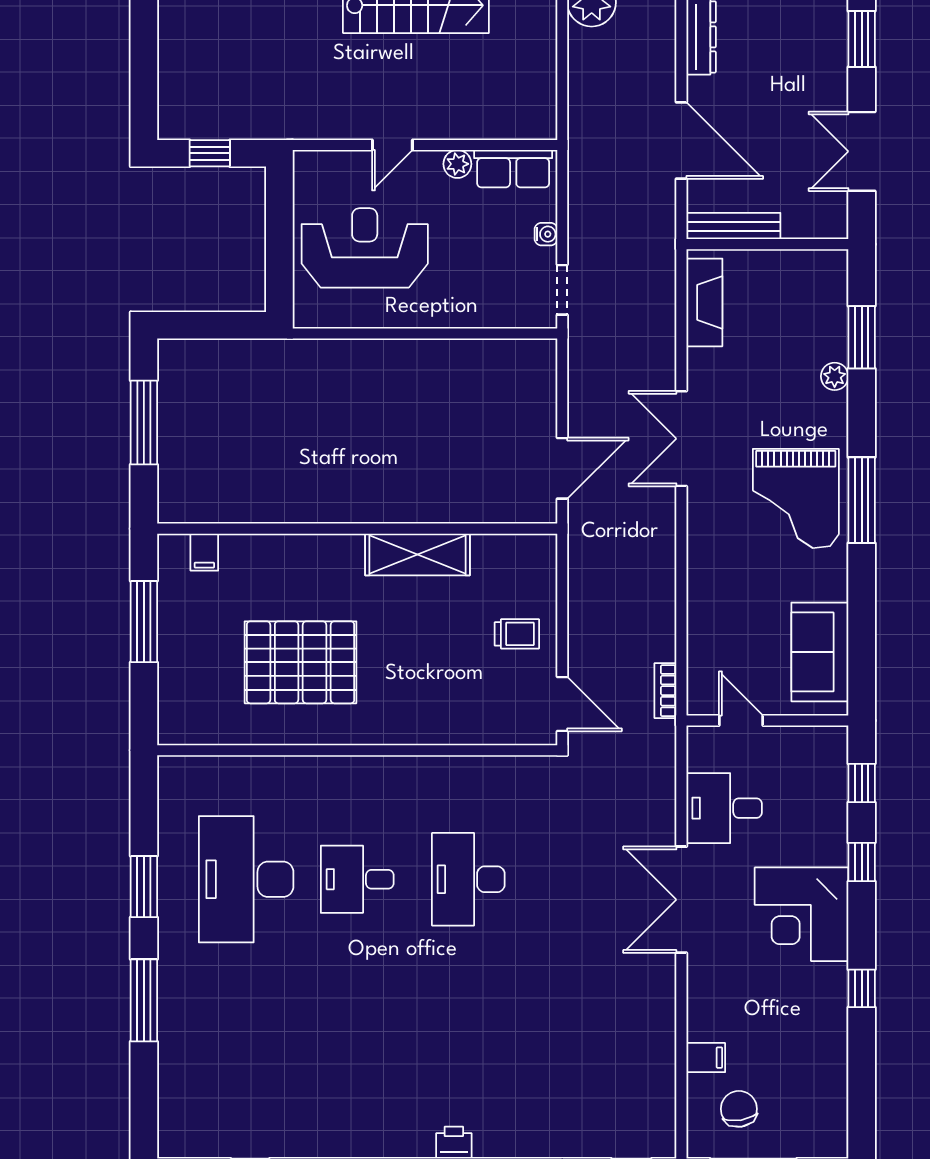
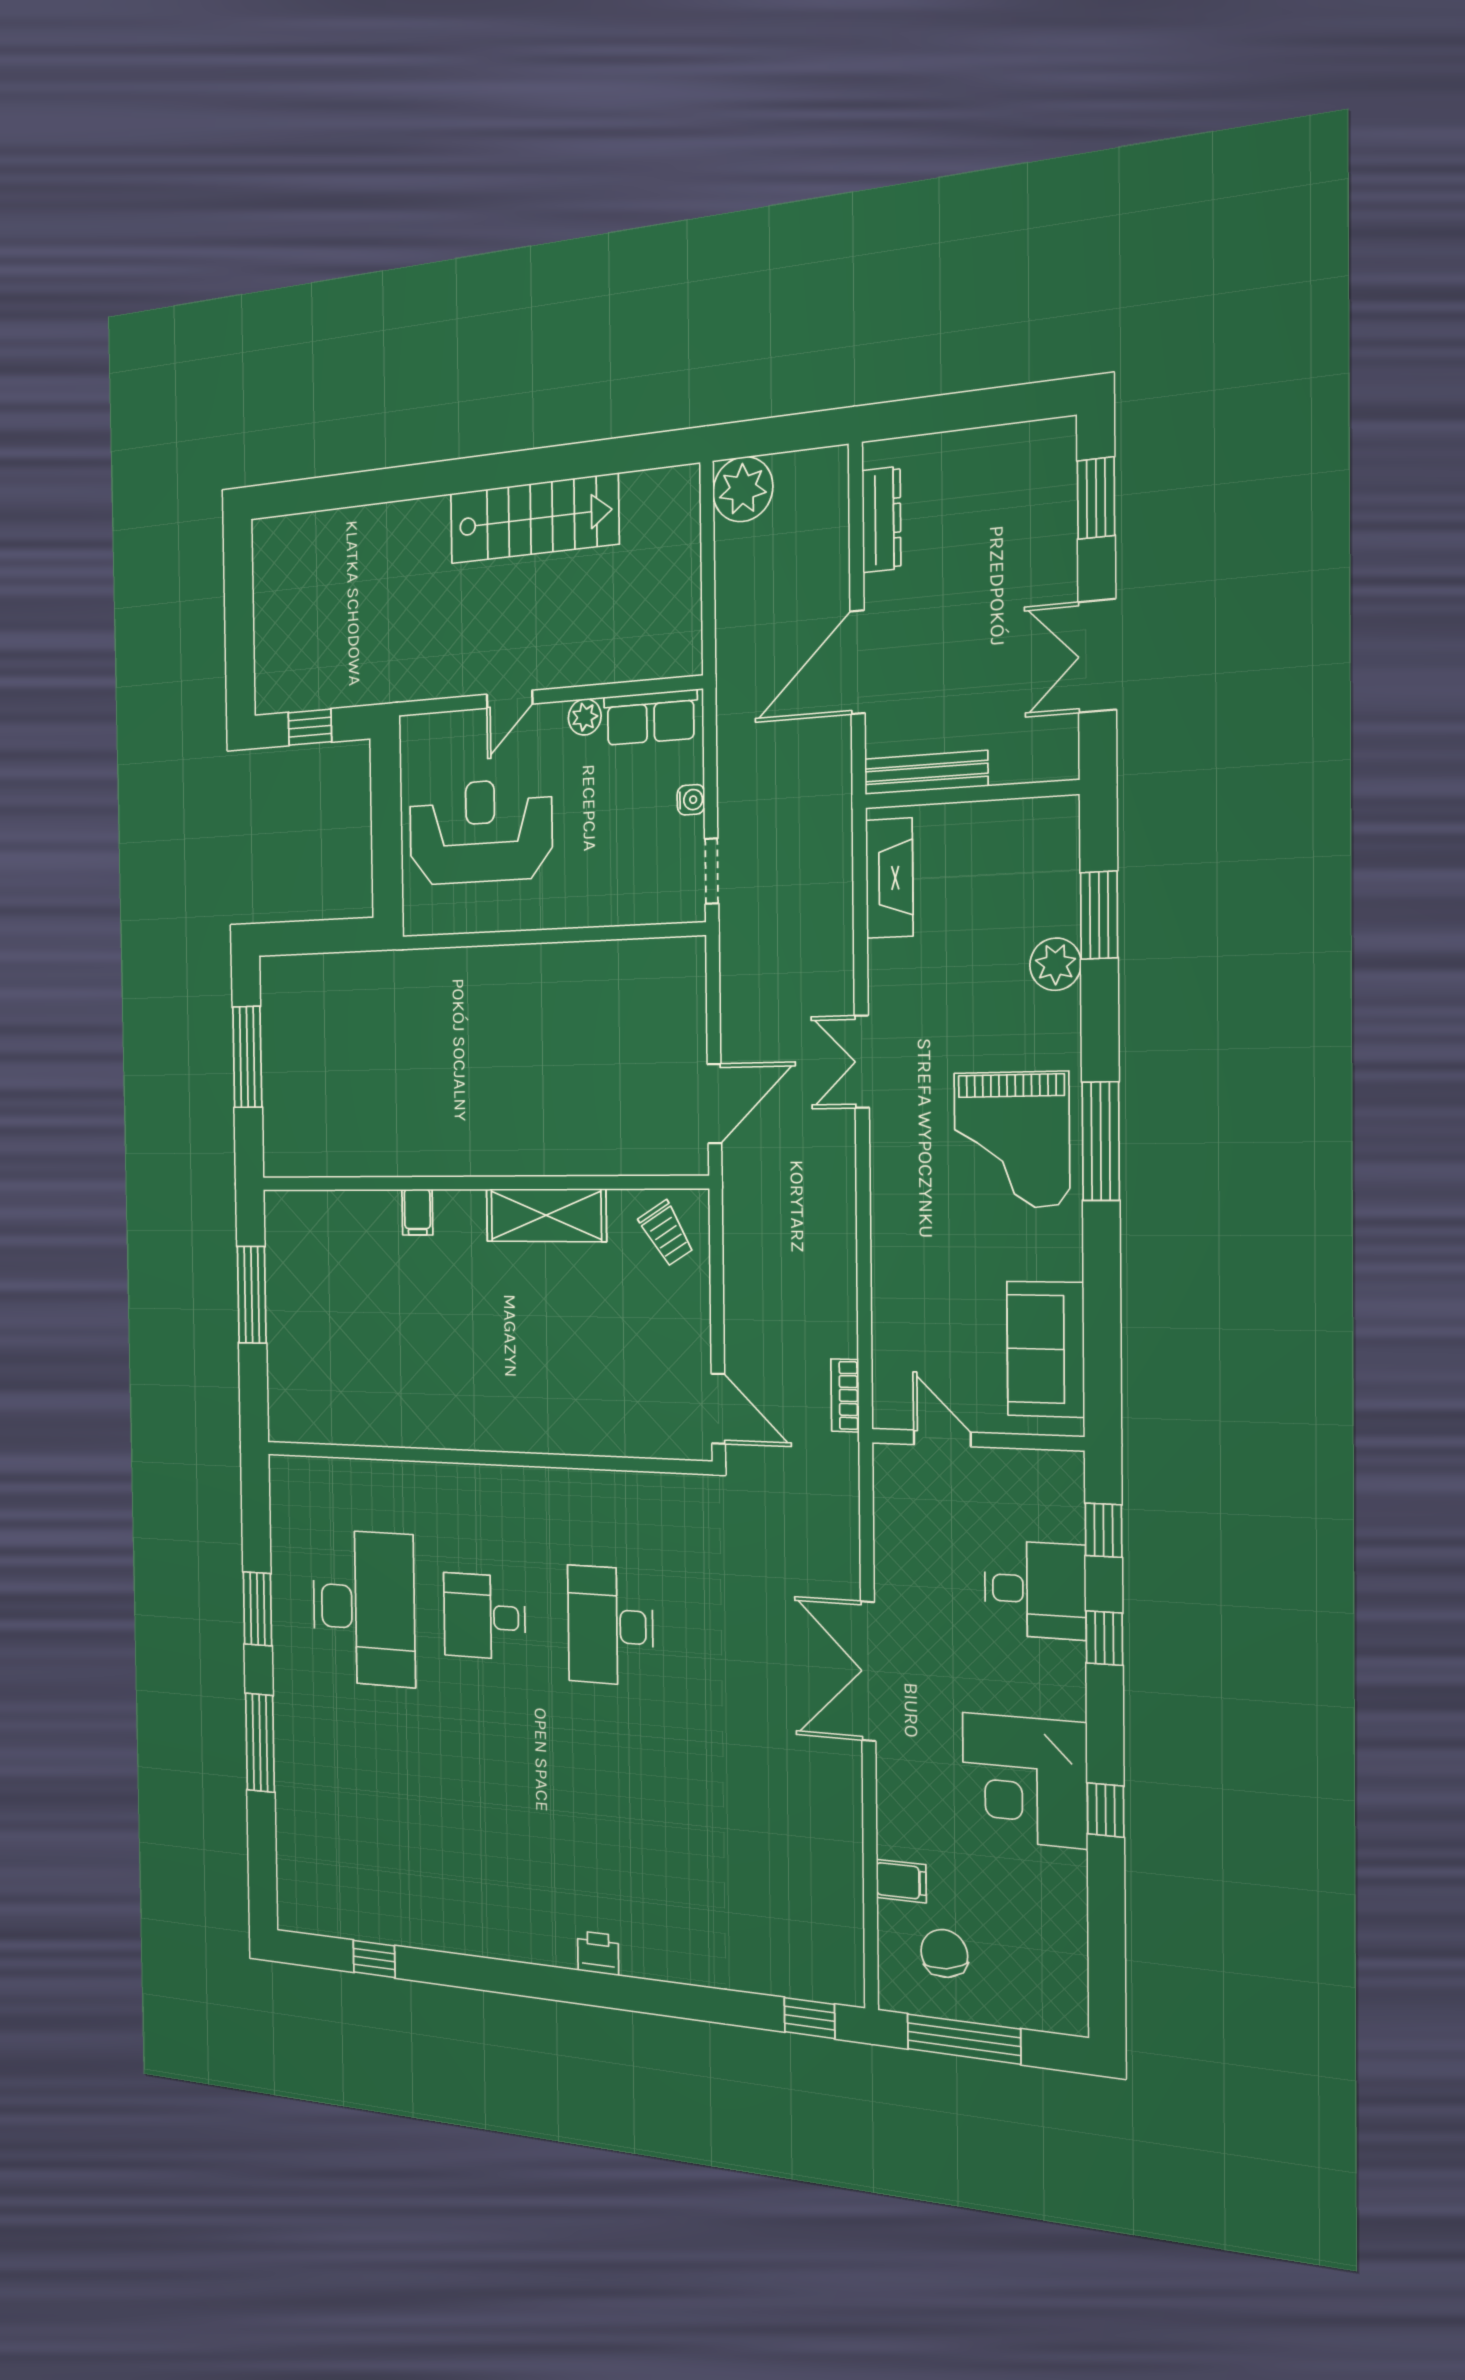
door: (681, 141) -> (858, 662), swing flipped
plant: (835, 376) -> (1055, 964), width x1.38, depth x1.38
double door: (681, 439) -> (862, 1062), width x0.73
filing cabinet: (204, 552) -> (417, 1212), moved
trolley: (517, 634) -> (666, 1233), moved, turned 58
pallet: (301, 662) -> (418, 1347), removed
desk: (724, 808) -> (1035, 1590), moved, turned 180
desk: (246, 879) -> (364, 1608), turned 180
corner desk: (802, 914) -> (1025, 1780), moved

